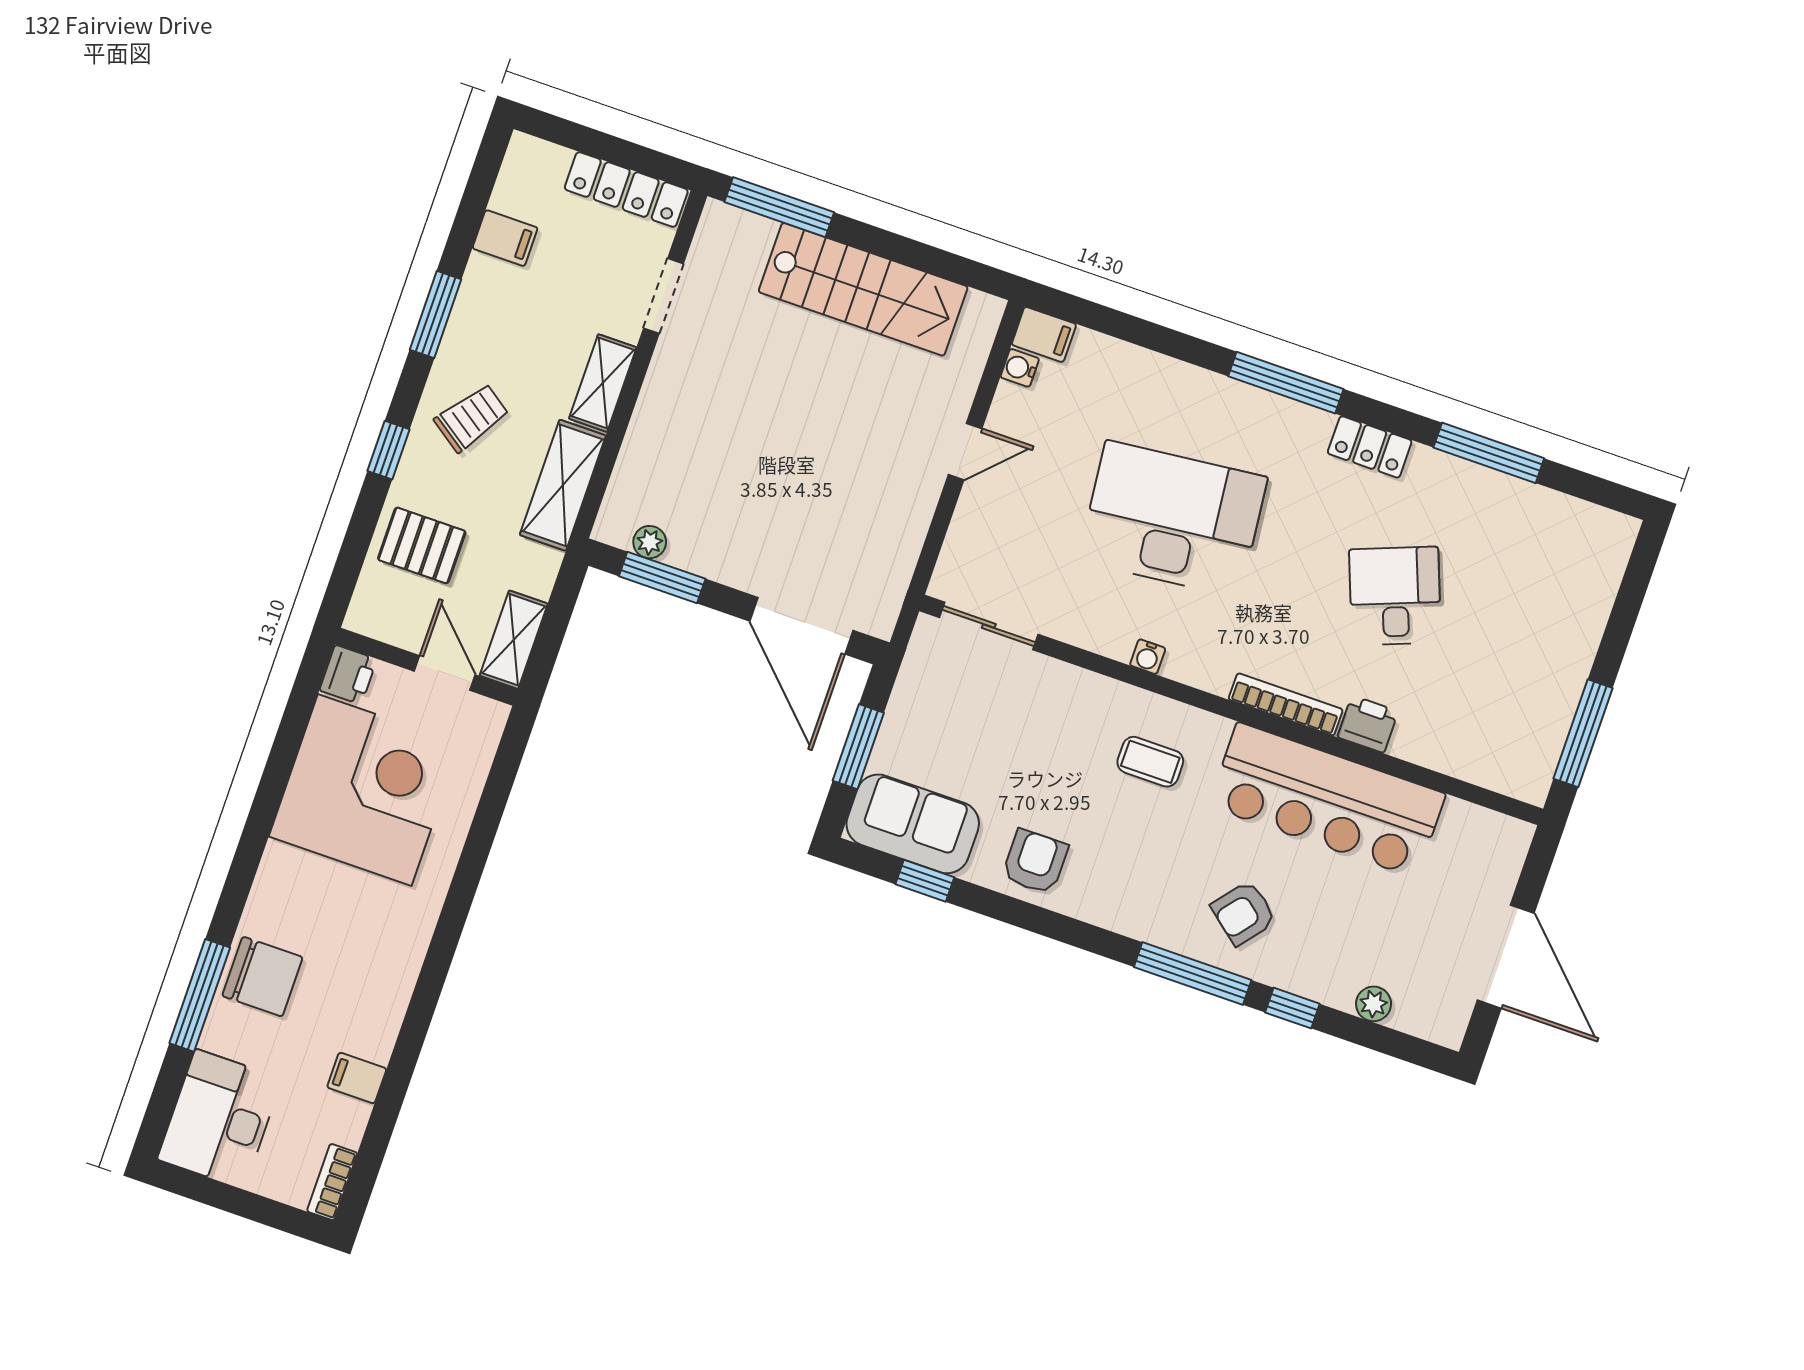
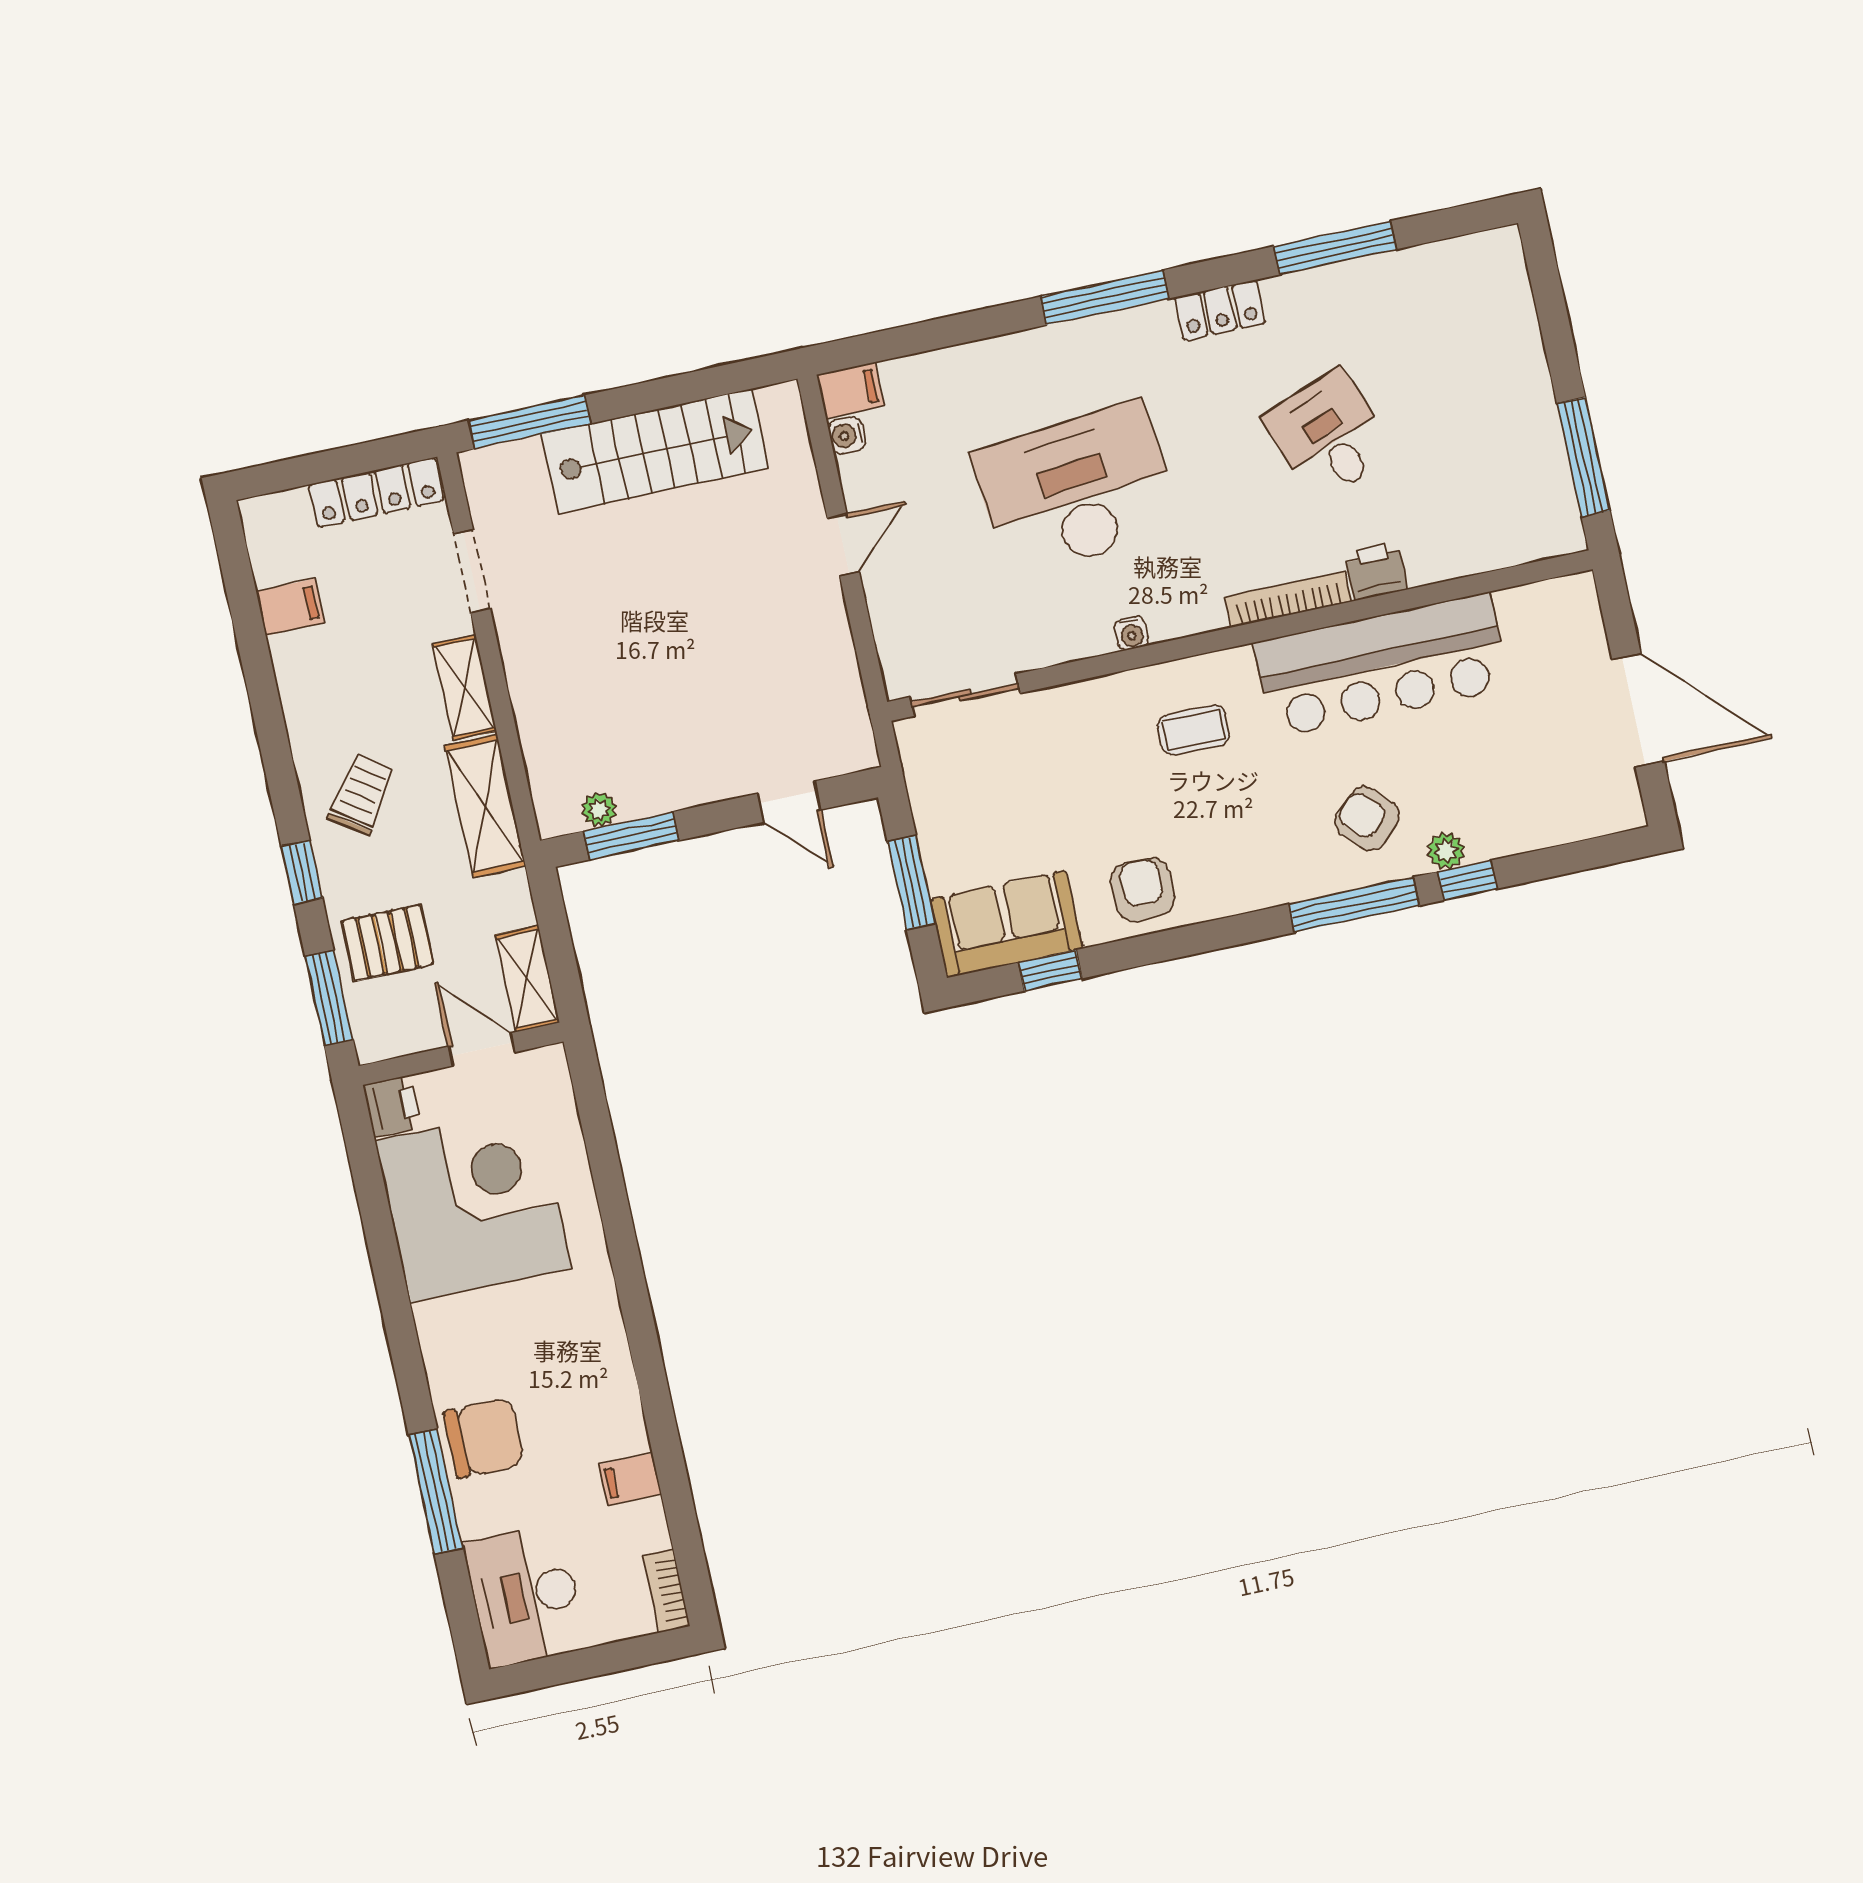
window: (436, 314) -> (329, 998), moved
door: (801, 626) -> (789, 802), width x0.53
armchair: (1244, 913) -> (1367, 819), turned 97
plant: (1374, 1004) -> (1446, 851), moved

